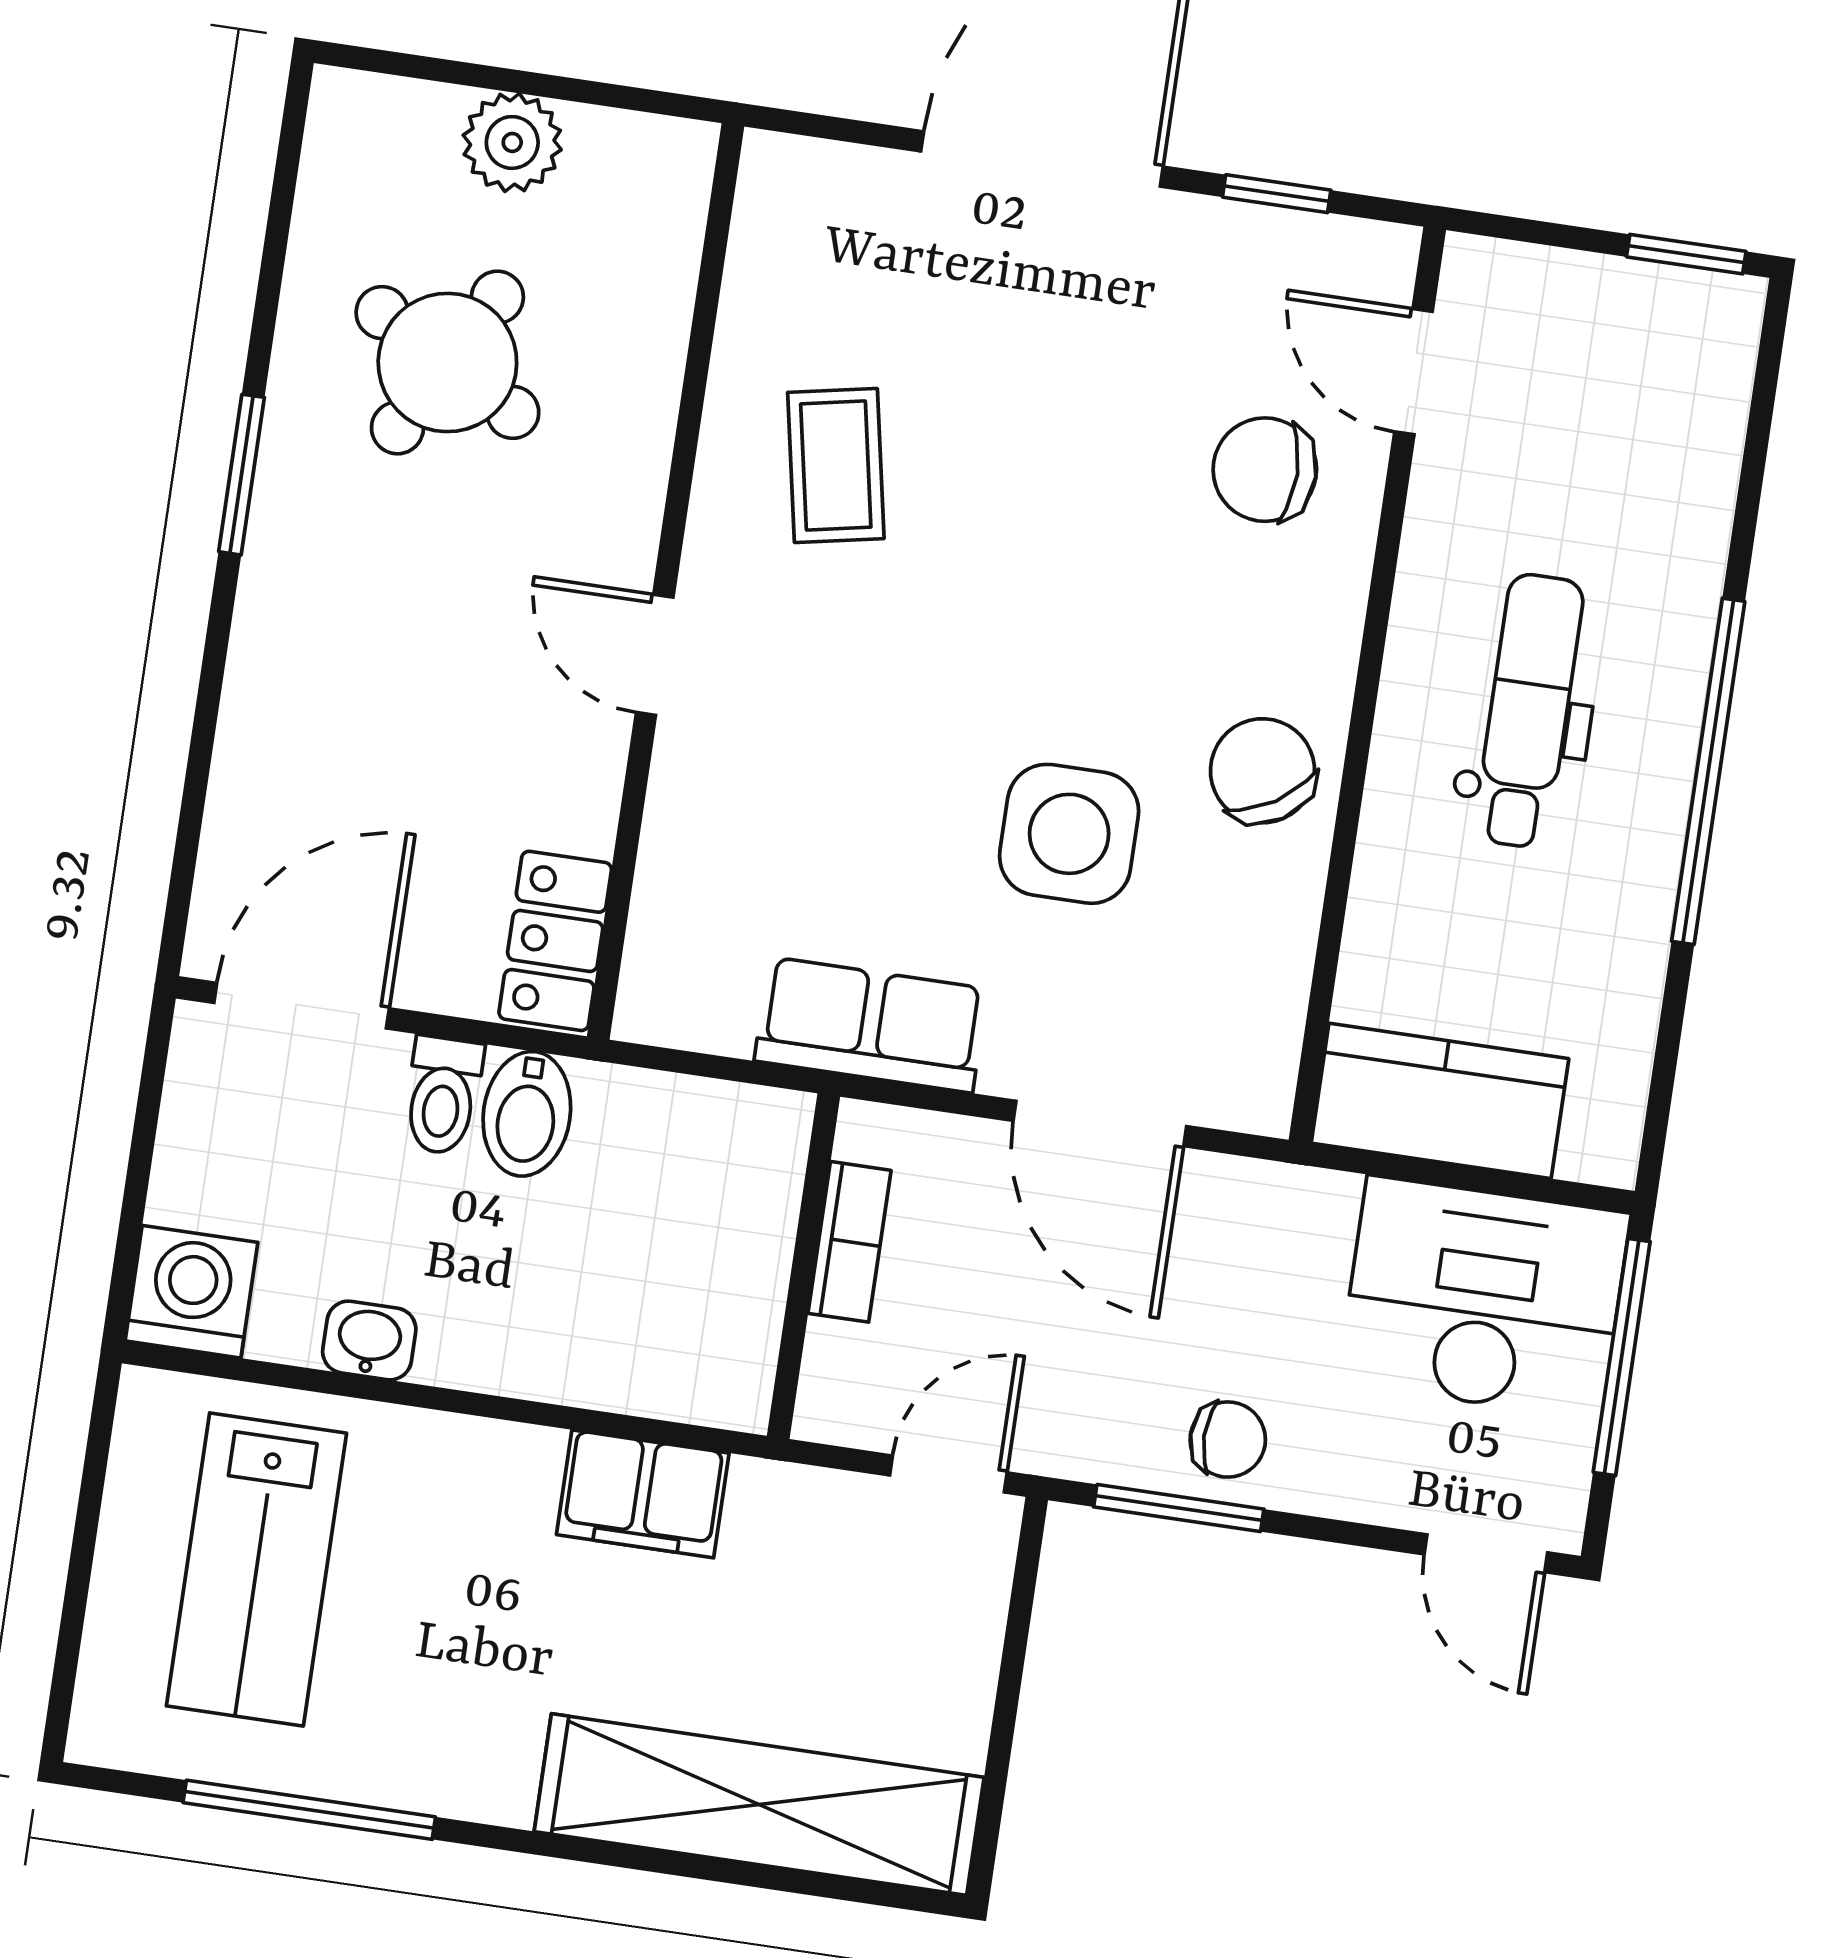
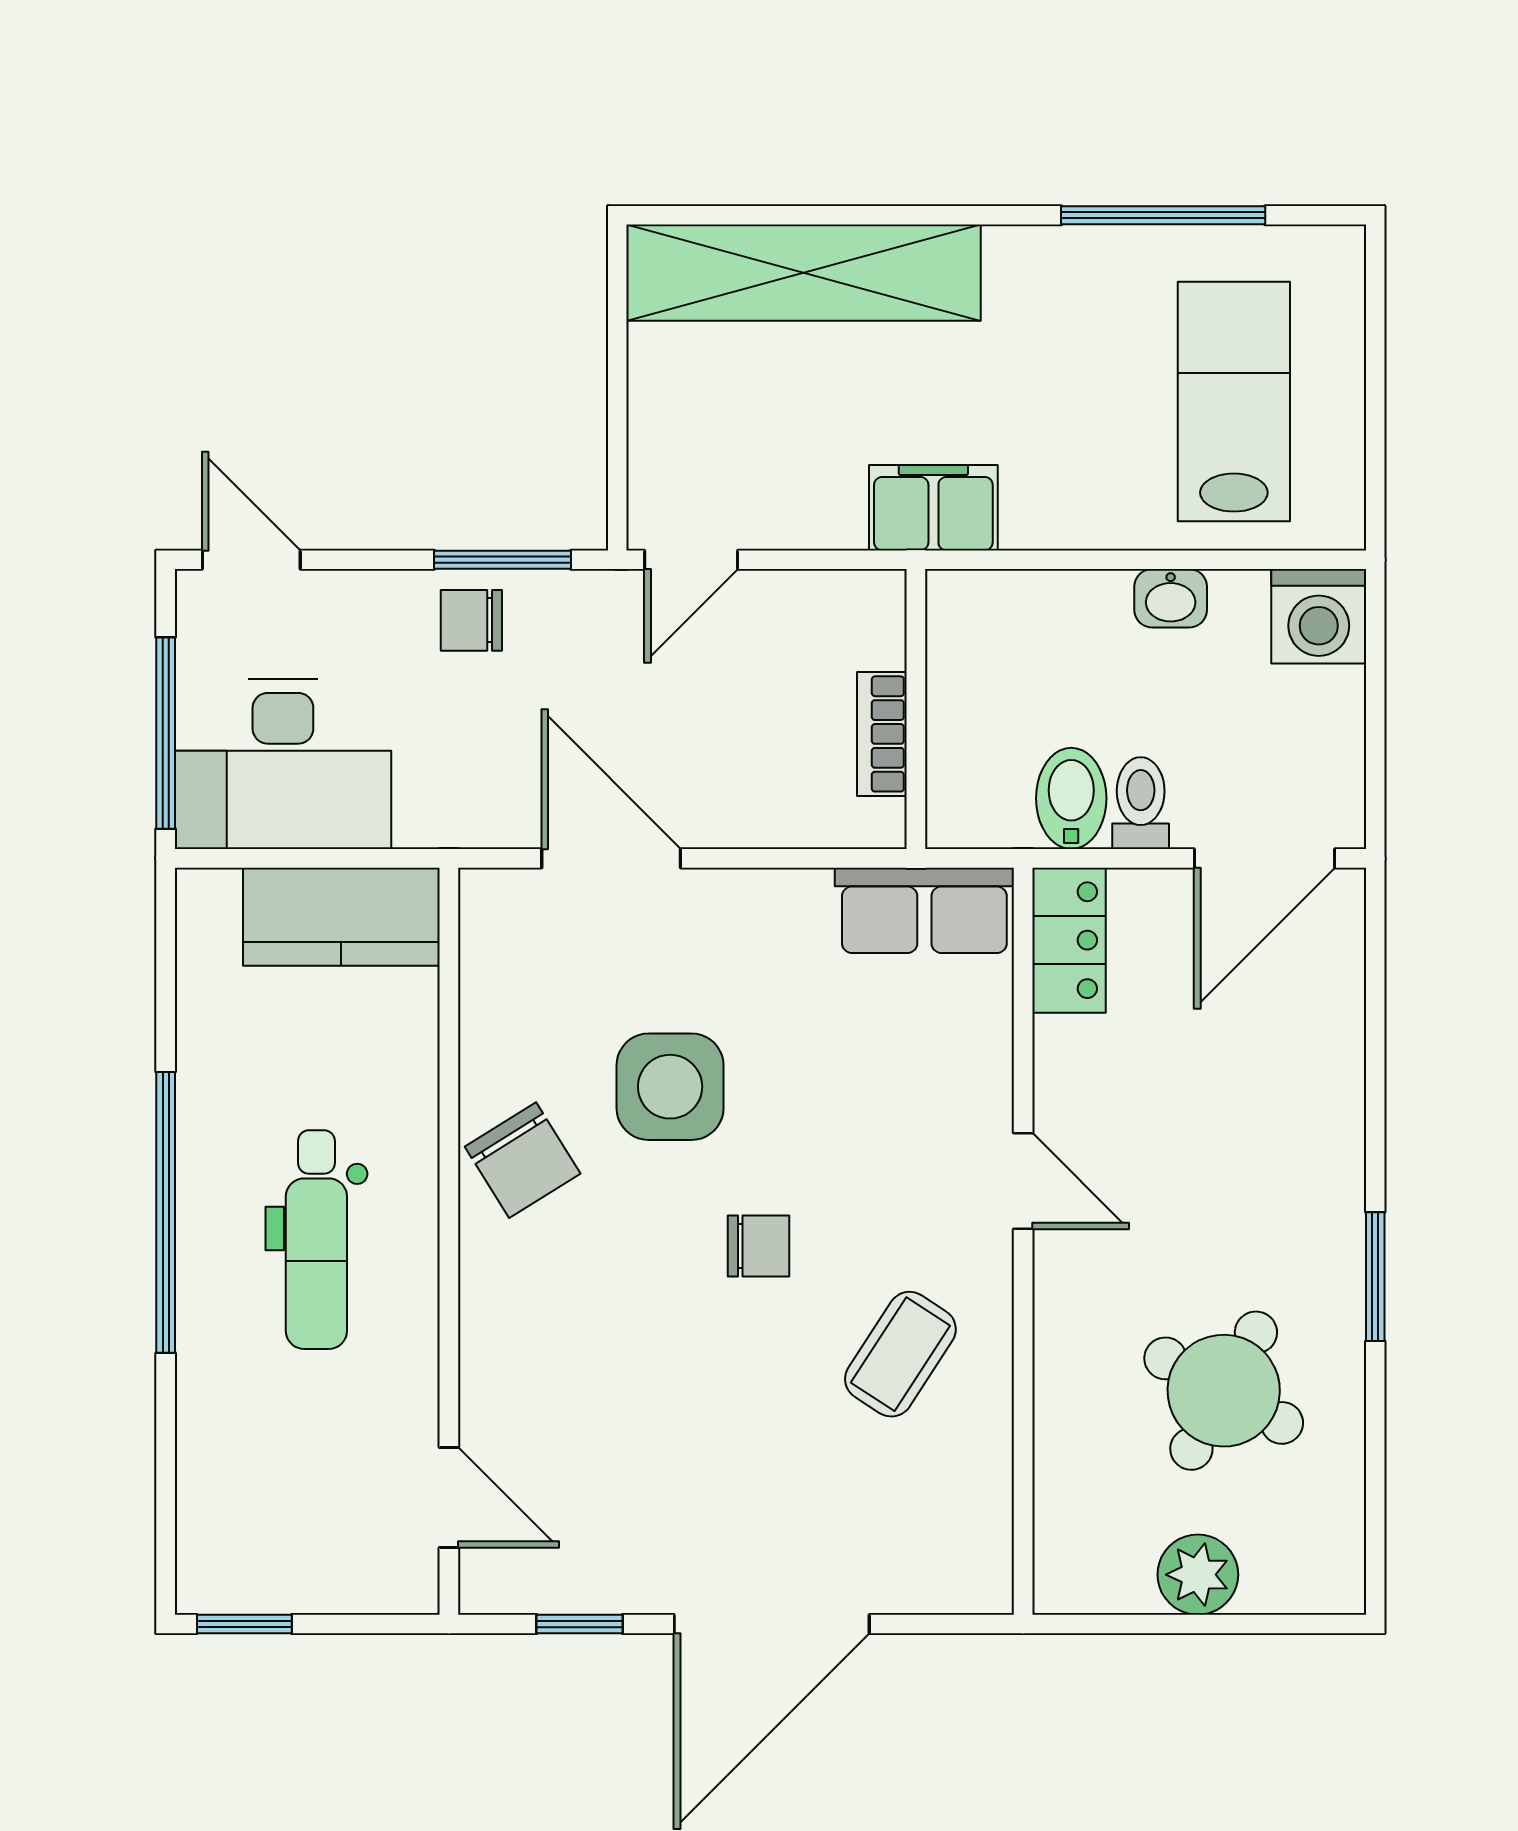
coffee table: (836, 465) -> (900, 1354), turned 44
chair: (1265, 470) -> (759, 1246), moved, width x0.73, depth x0.73
row of seats: (871, 1025) -> (924, 910), moved
bookcase: (850, 1242) -> (882, 734), moved
wall: (803, 1266) -> (916, 709), moved

